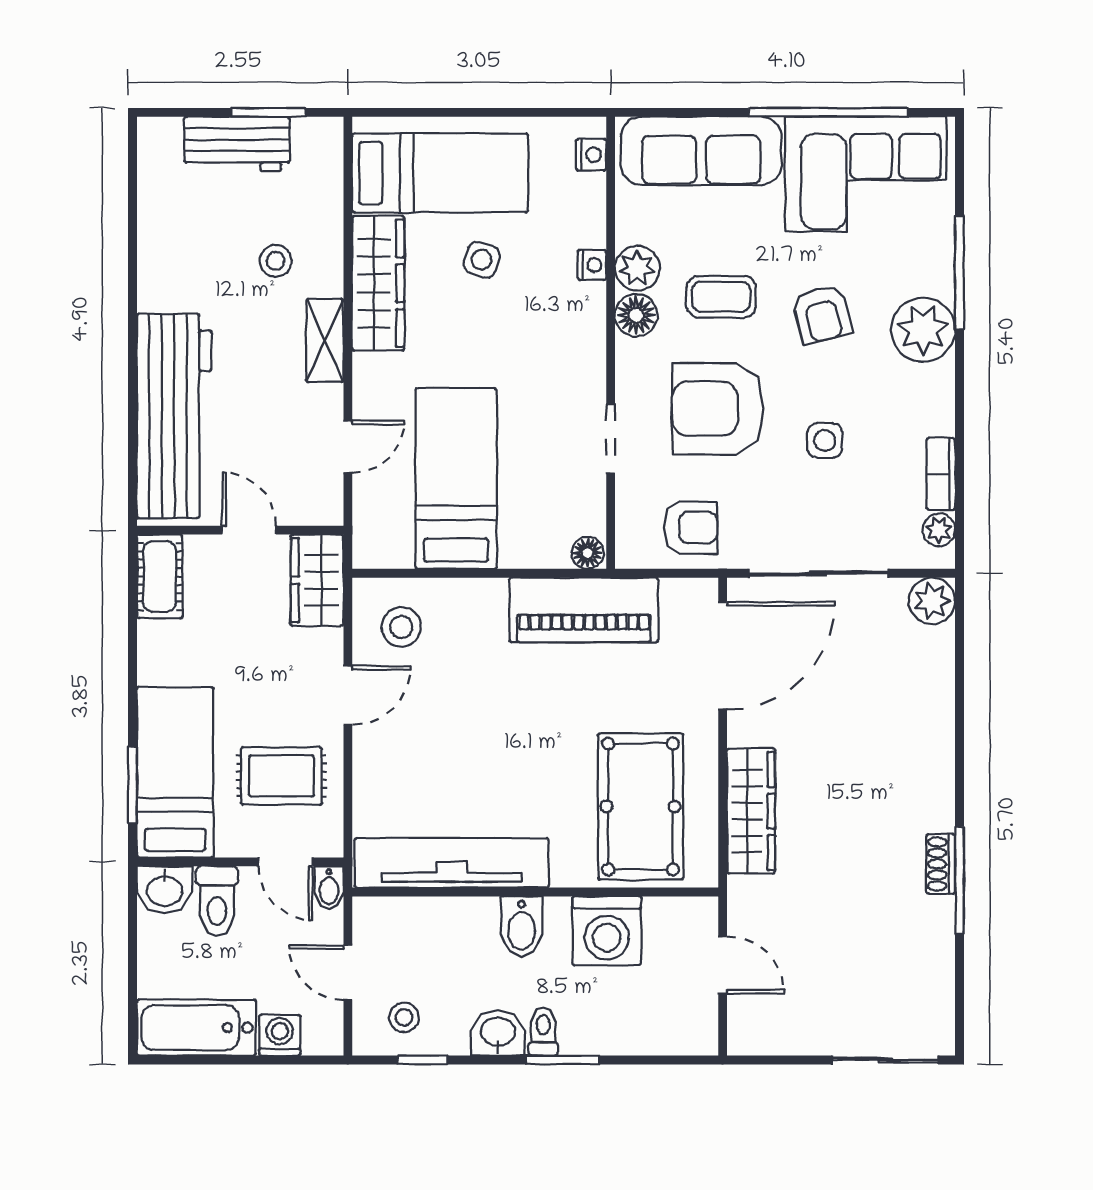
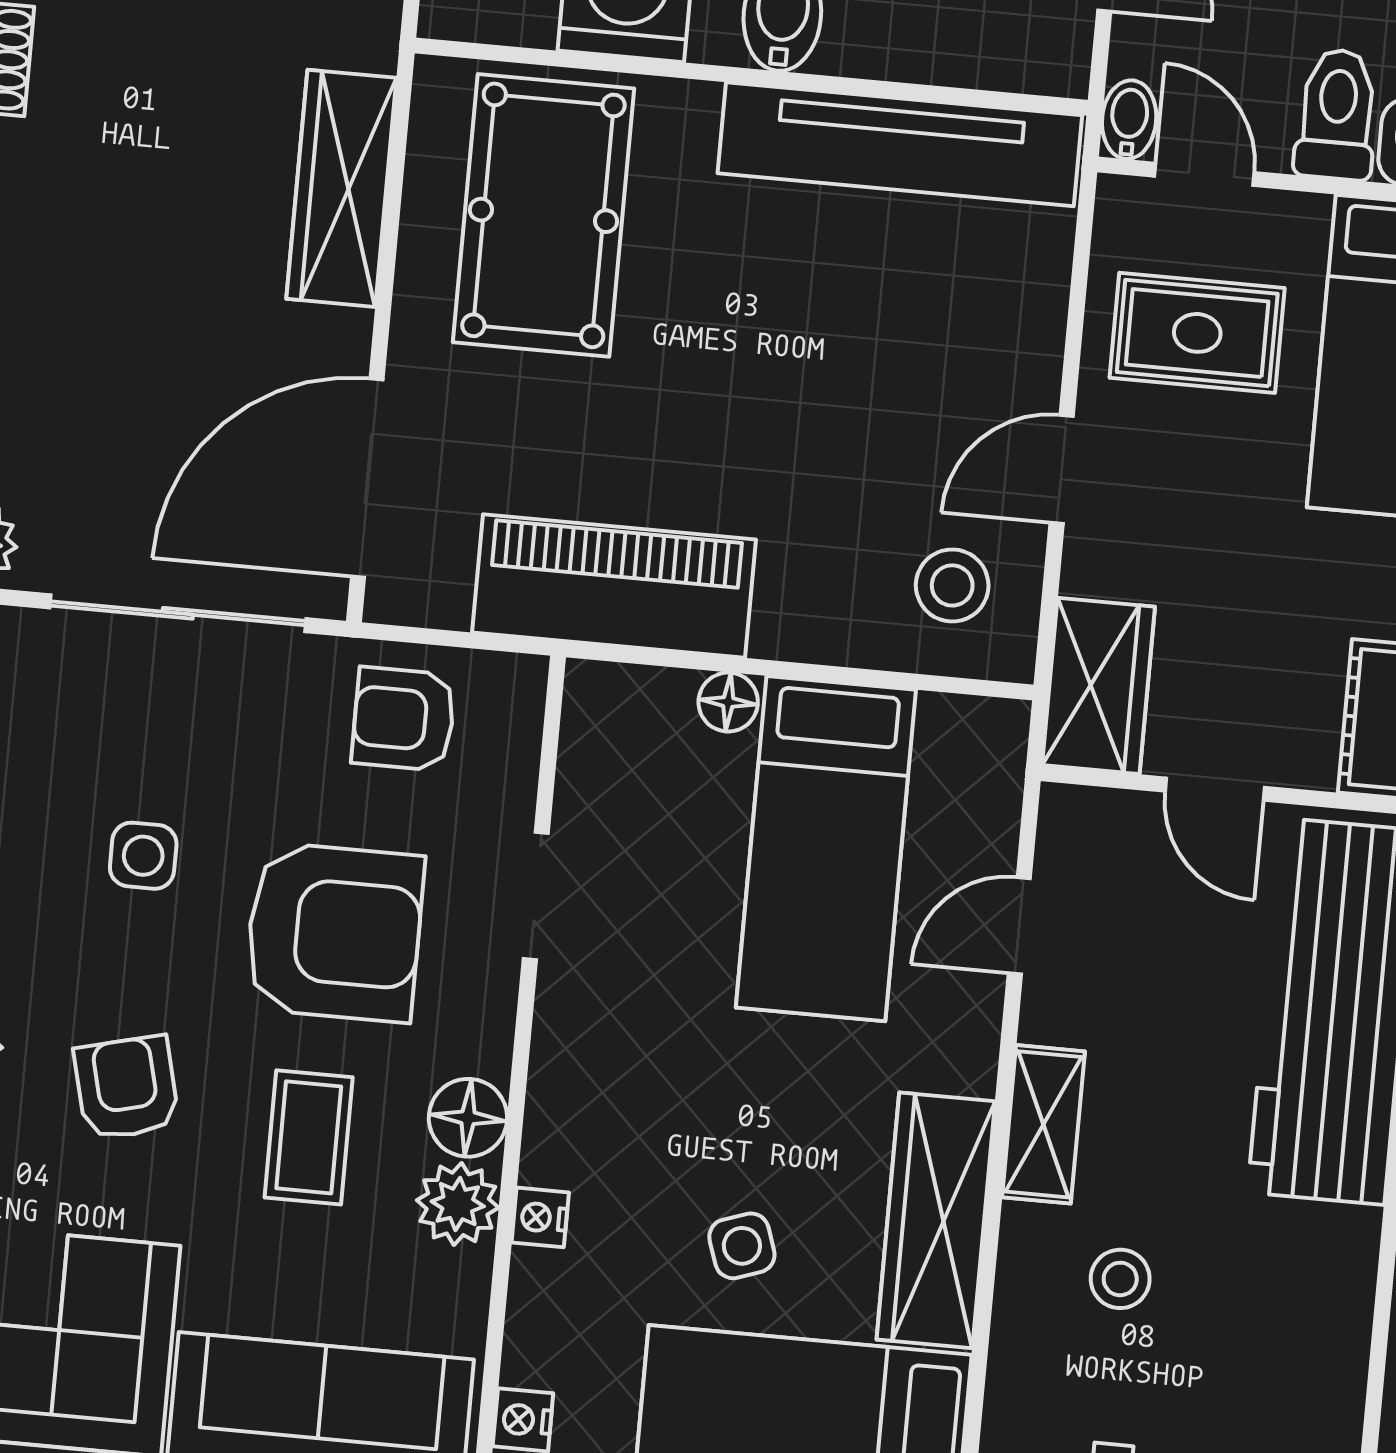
side table: (482, 260) -> (742, 1246), turned -37
coffee table: (721, 297) -> (309, 1137), turned 90
floor lamp: (588, 553) -> (728, 702), moved

